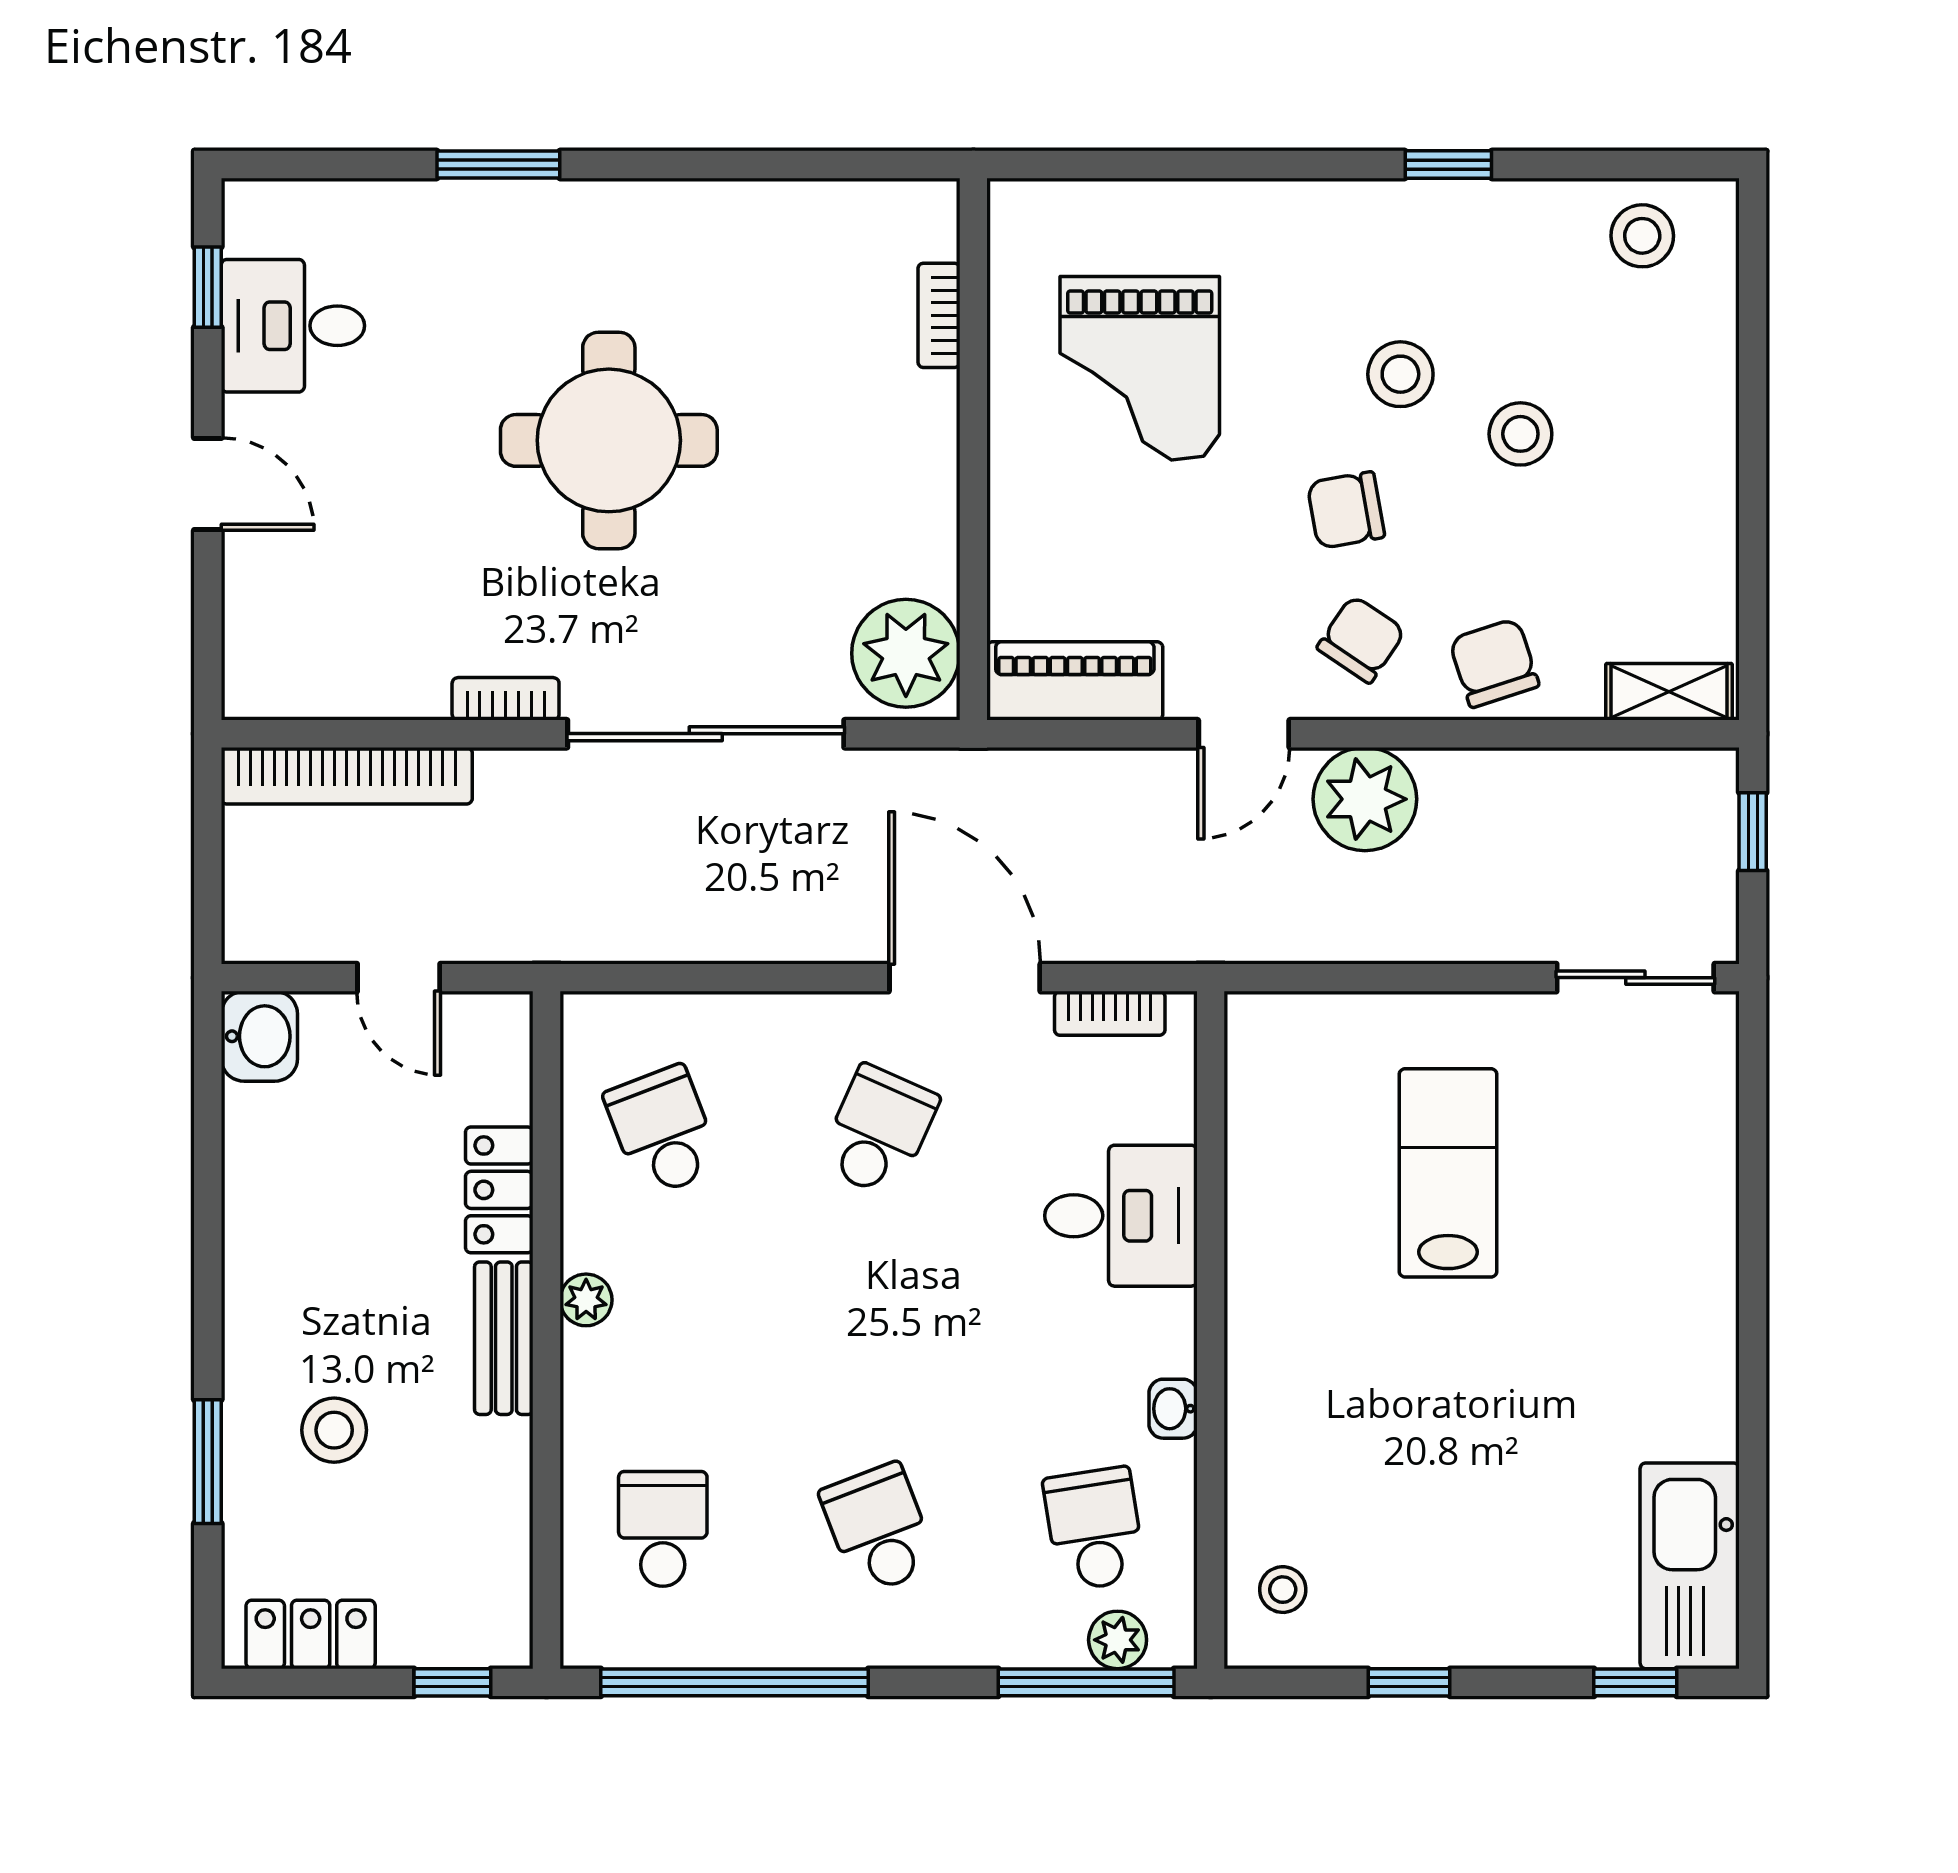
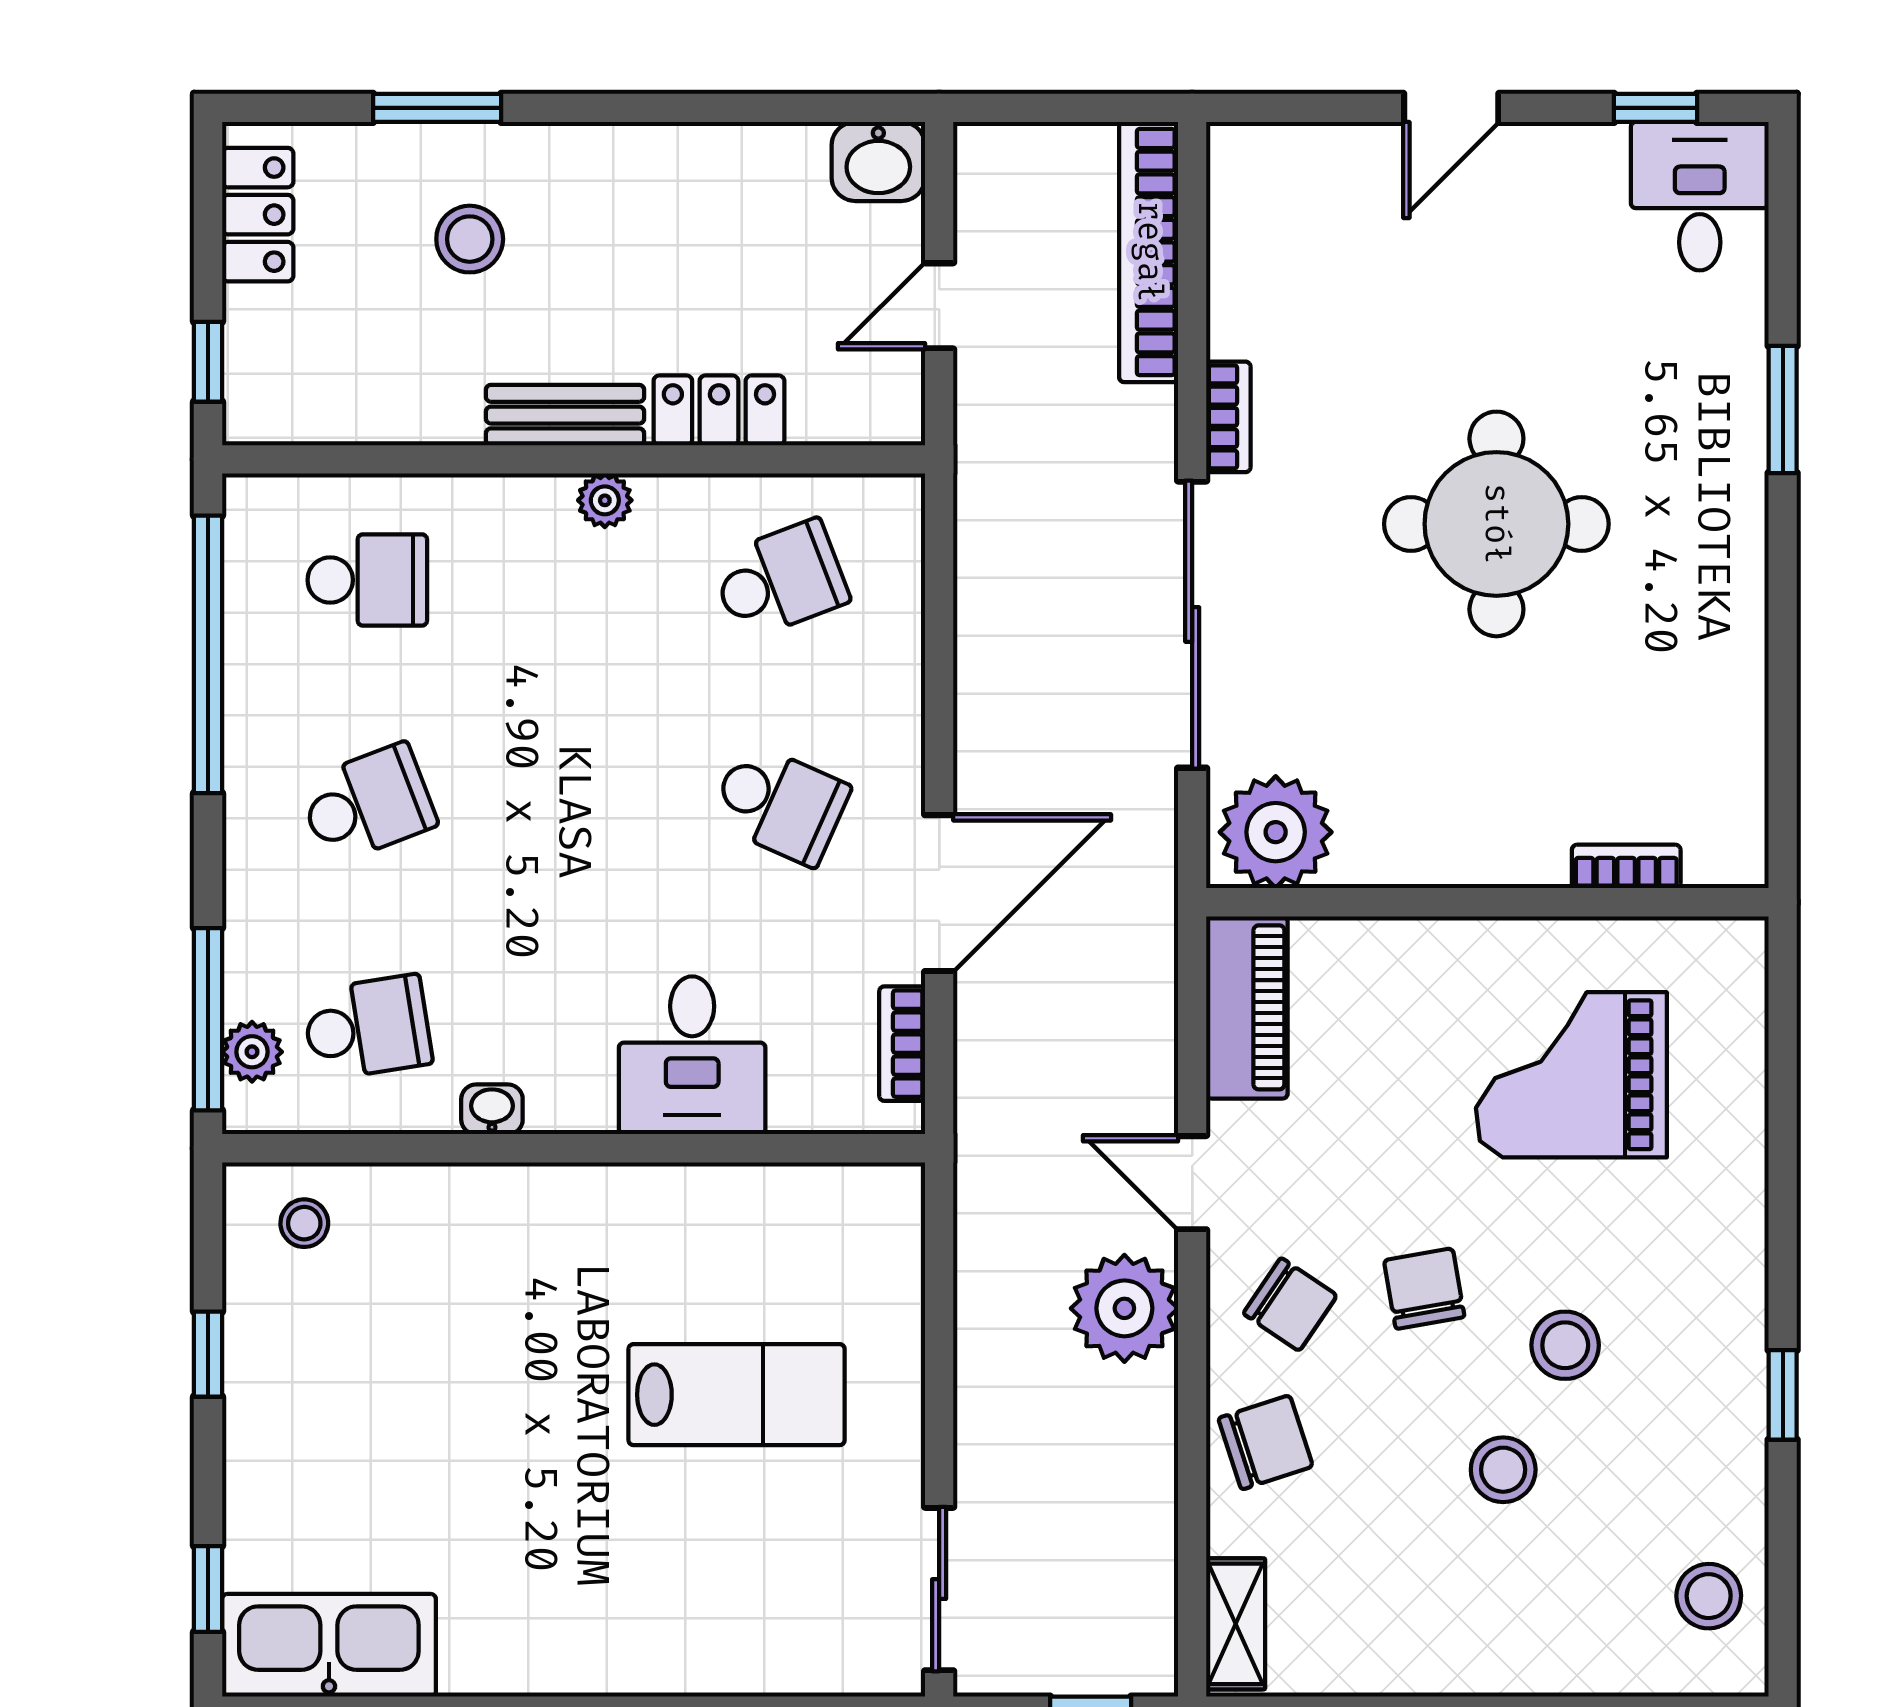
desk: (293, 326) -> (1700, 196), moved

